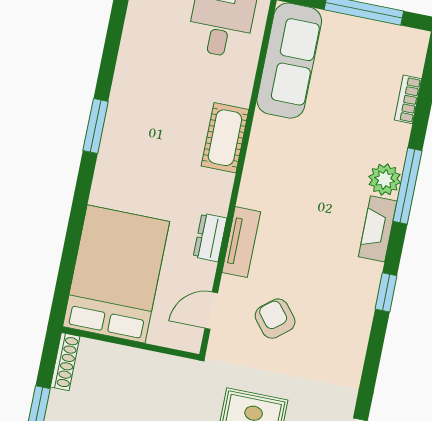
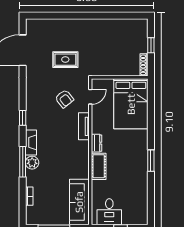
dresser: (210, 238) -> (97, 143), moved

